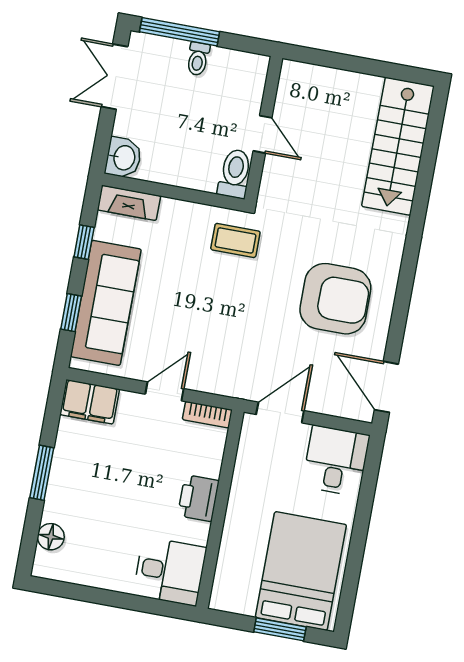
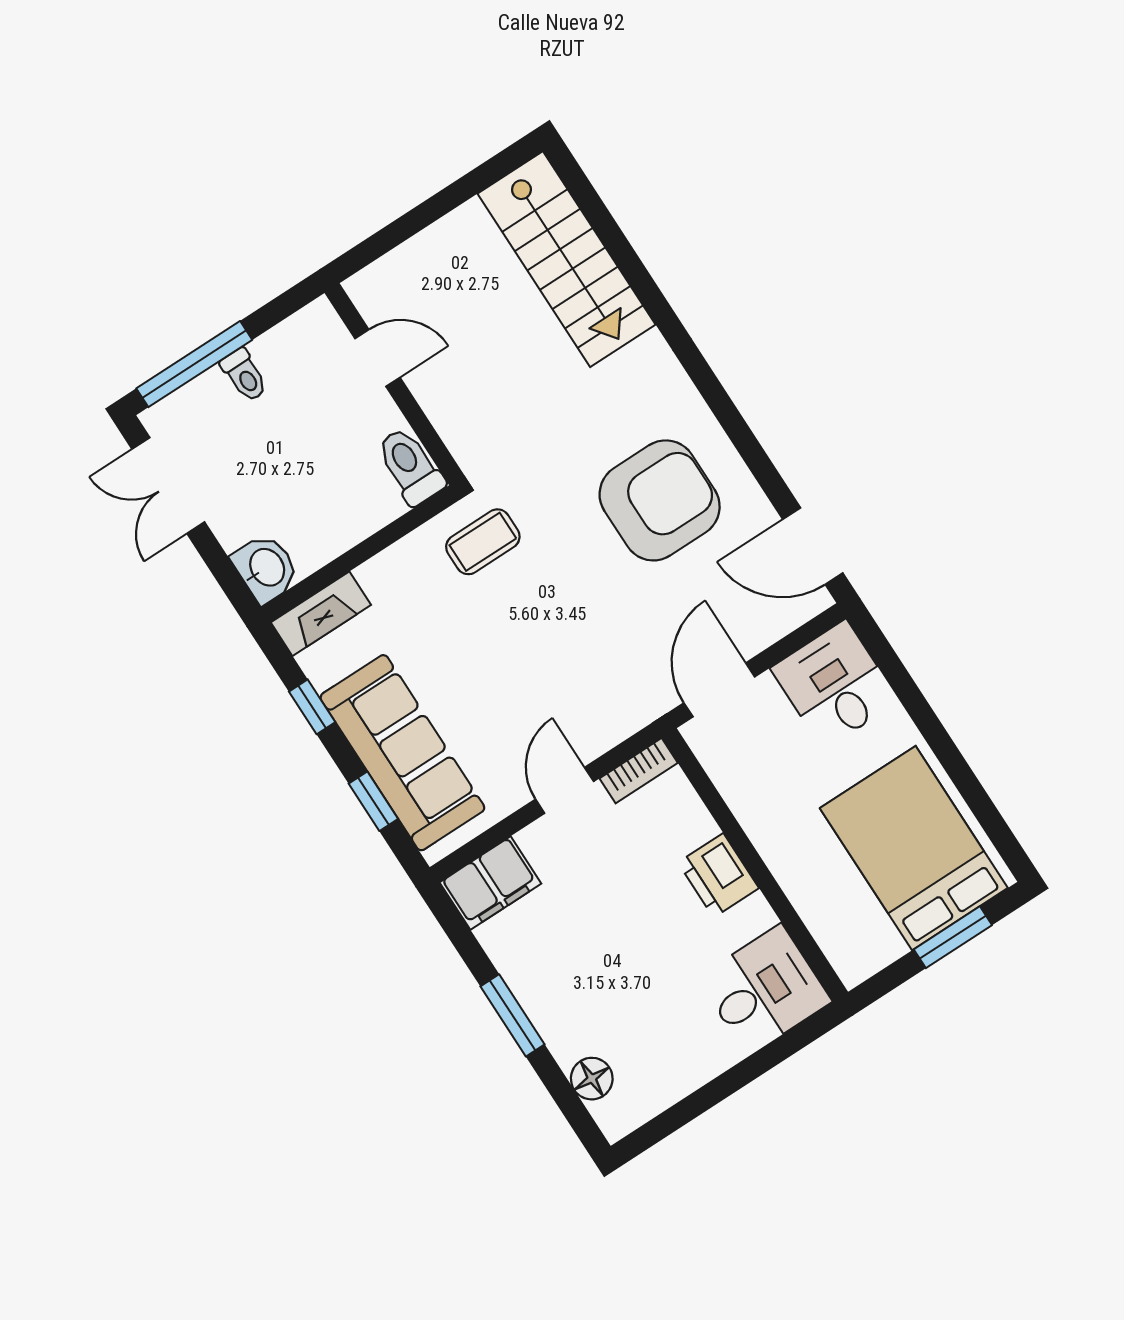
door: (262, 134) -> (377, 358), moved

